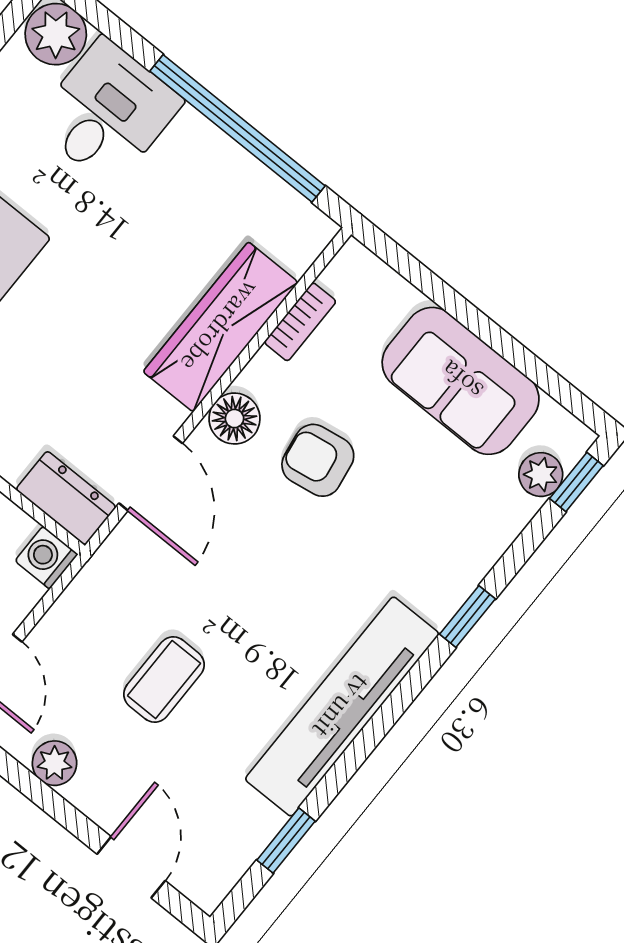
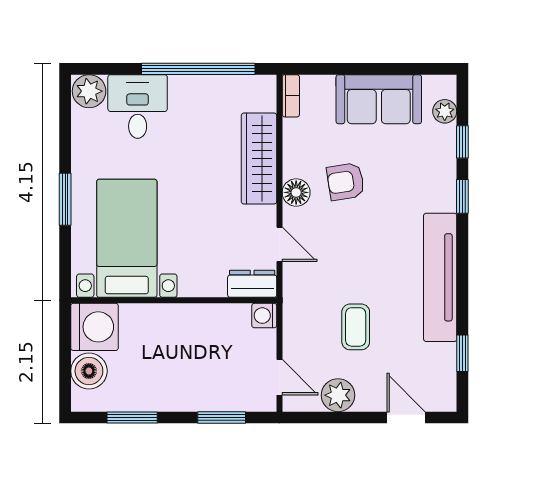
bookcase: (300, 322) -> (291, 96), moved
door: (151, 473) -> (279, 244), width x0.73
window: (576, 482) -> (462, 142), moved
plant: (54, 763) -> (338, 395), width x1.38, depth x1.38

